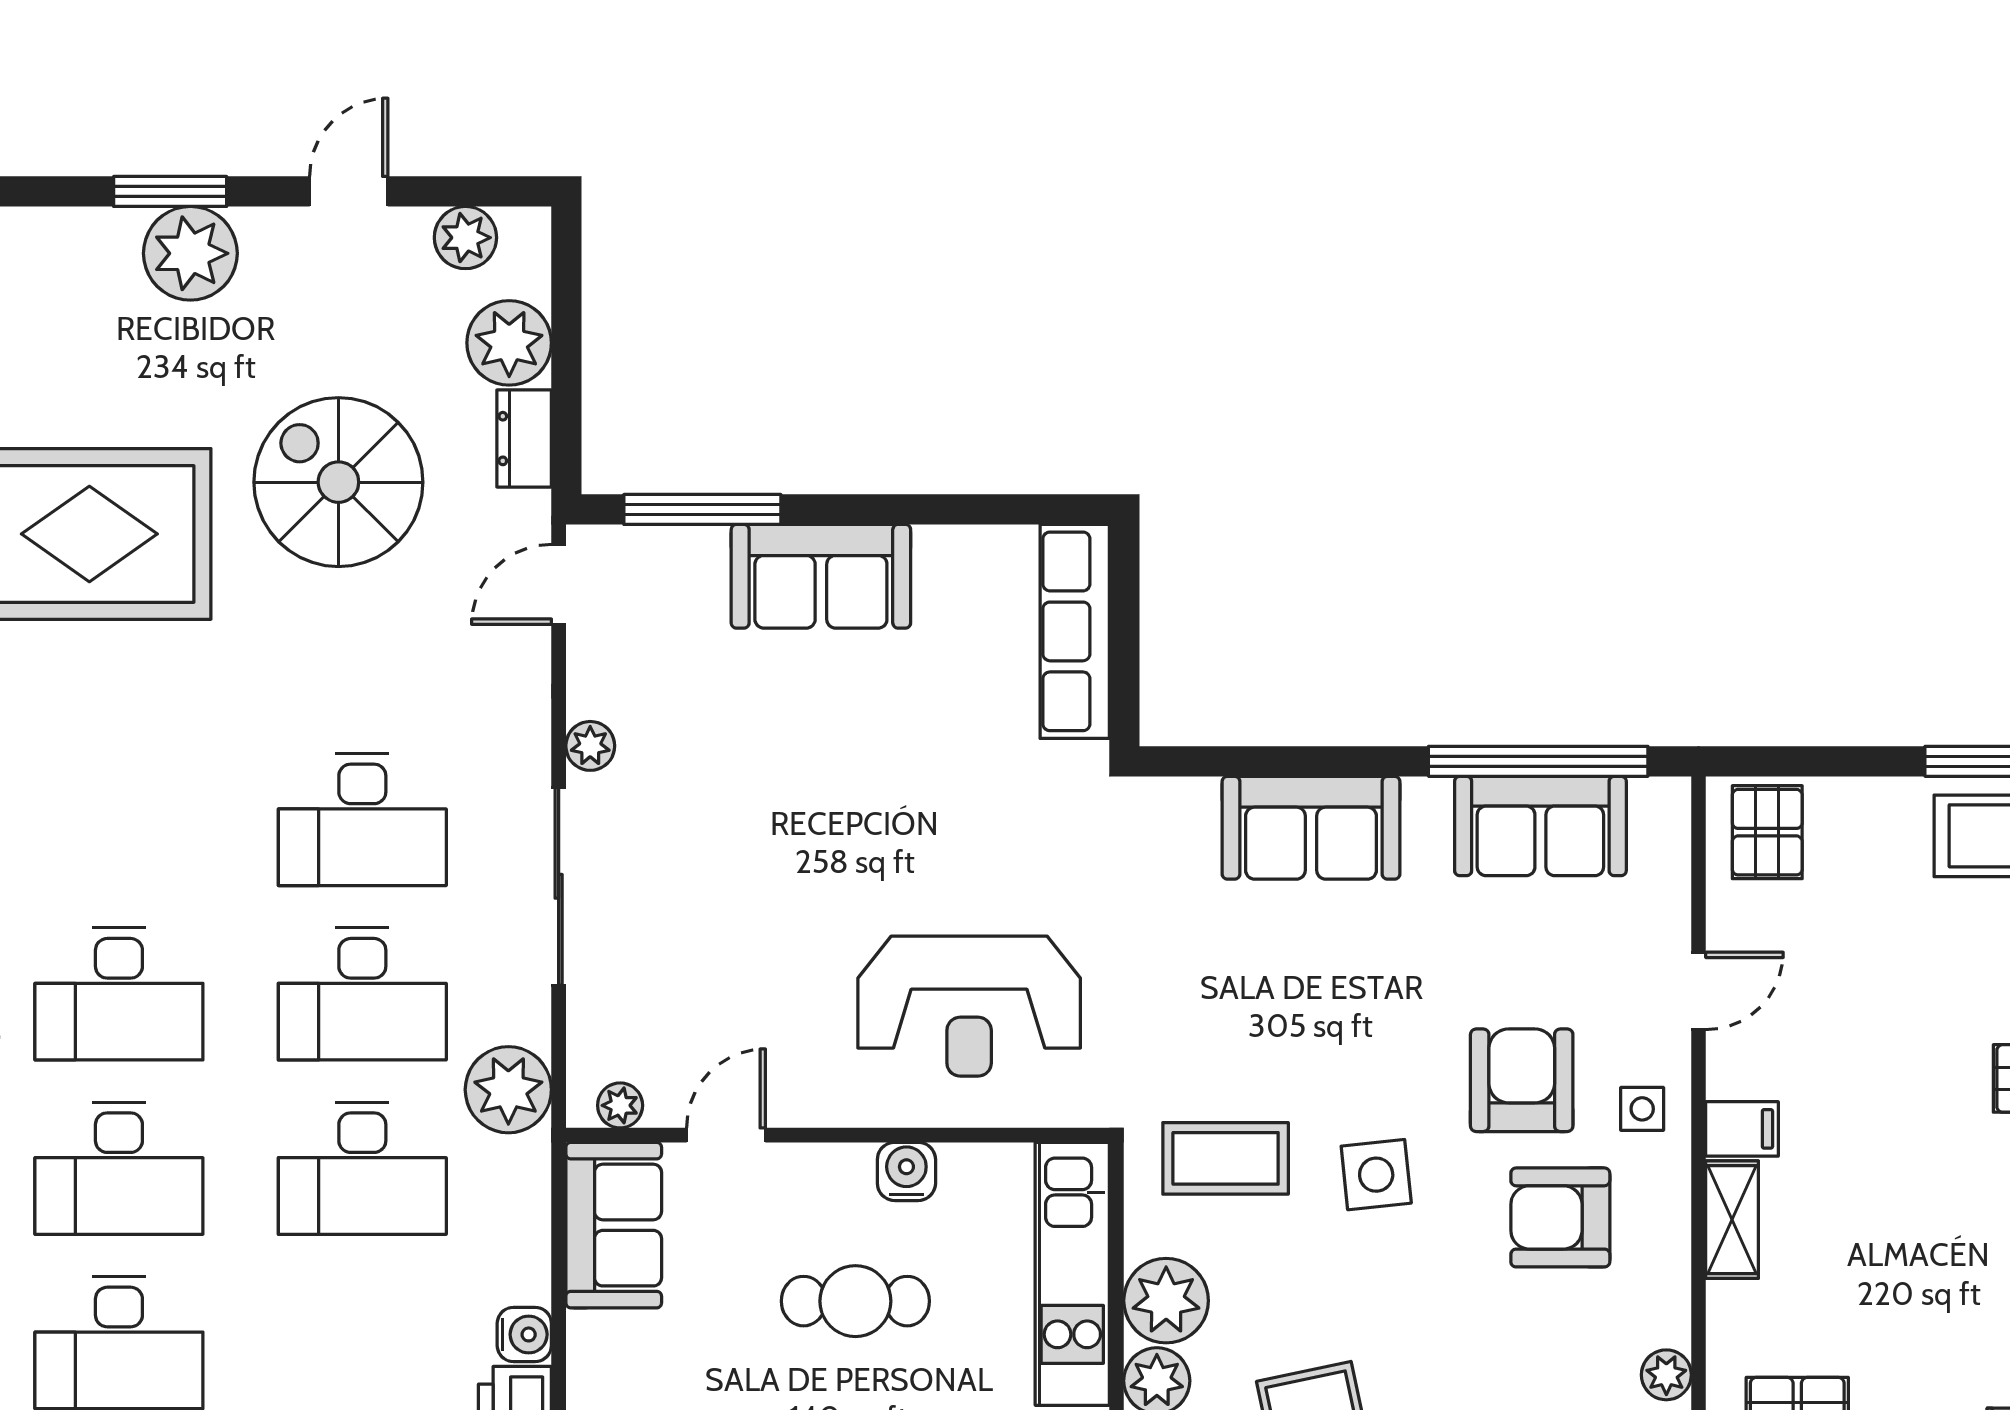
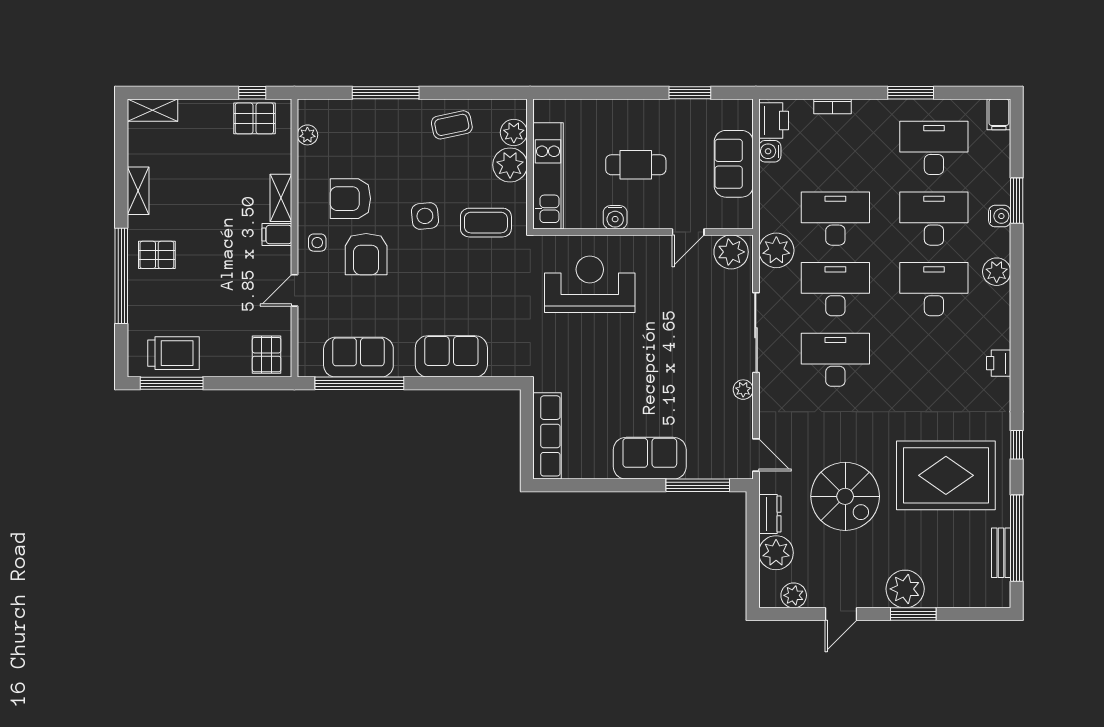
door: (559, 584) -> (756, 455), hinge flipped
plant: (620, 1105) -> (731, 252), width x1.88, depth x1.88
armchair: (1560, 1217) -> (350, 199), turned 180
sofa: (614, 1225) -> (734, 164), moved

